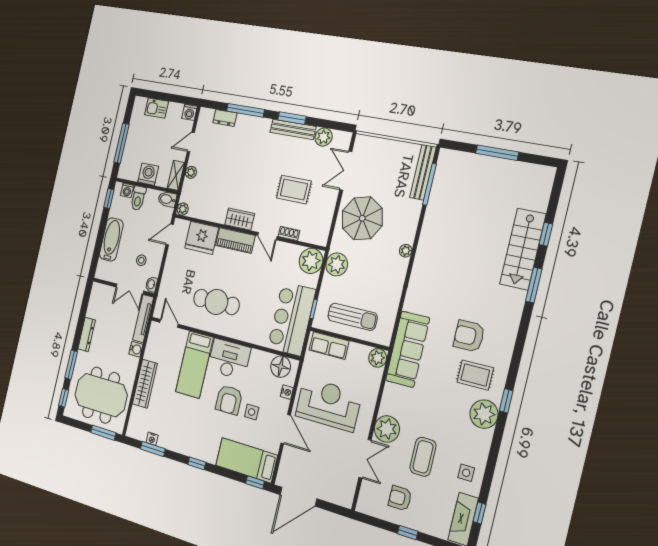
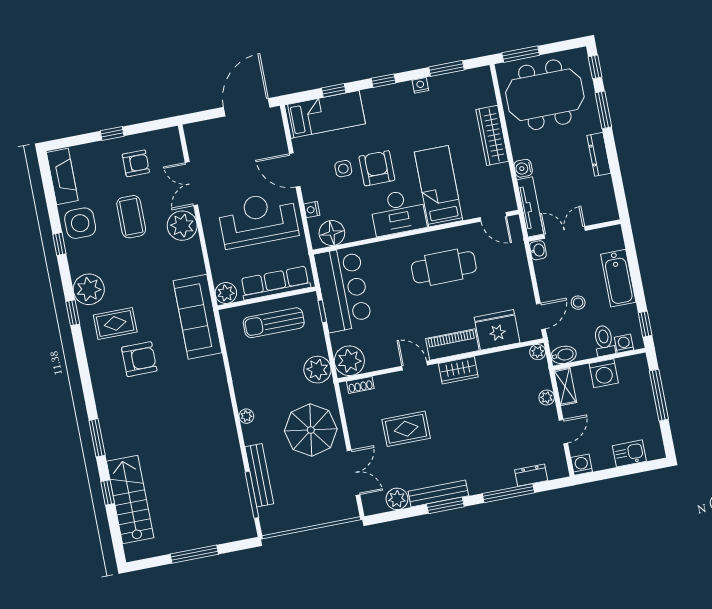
bench: (423, 172) -> (259, 475), moved
shoe rack: (289, 233) -> (360, 385), moved
stairs: (523, 249) -> (130, 500), moved
stool: (141, 260) -> (578, 303), moved
row of seats: (329, 346) -> (275, 283), width x1.48
reception desk: (328, 404) -> (258, 220), turned 180
nightstand: (152, 439) -> (420, 85), moved
side table: (466, 473) -> (80, 223), width x1.87, depth x1.87
window: (255, 482) -> (334, 90), moved
window: (479, 513) -> (59, 244), moved

